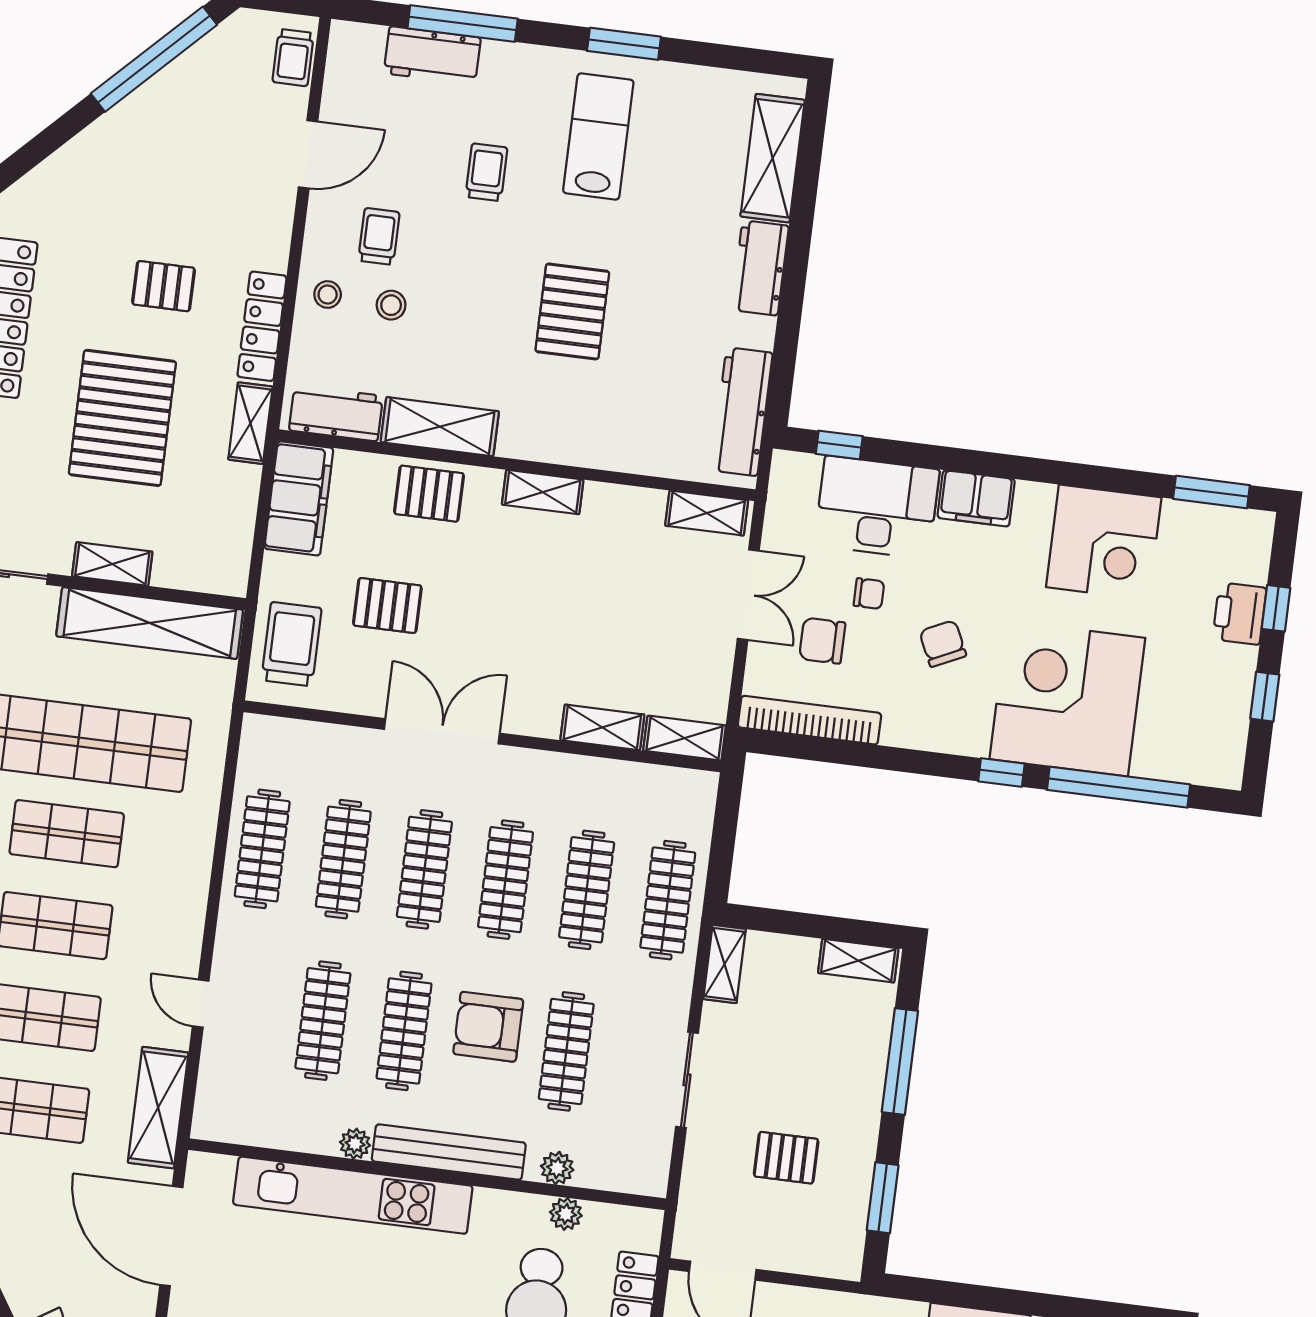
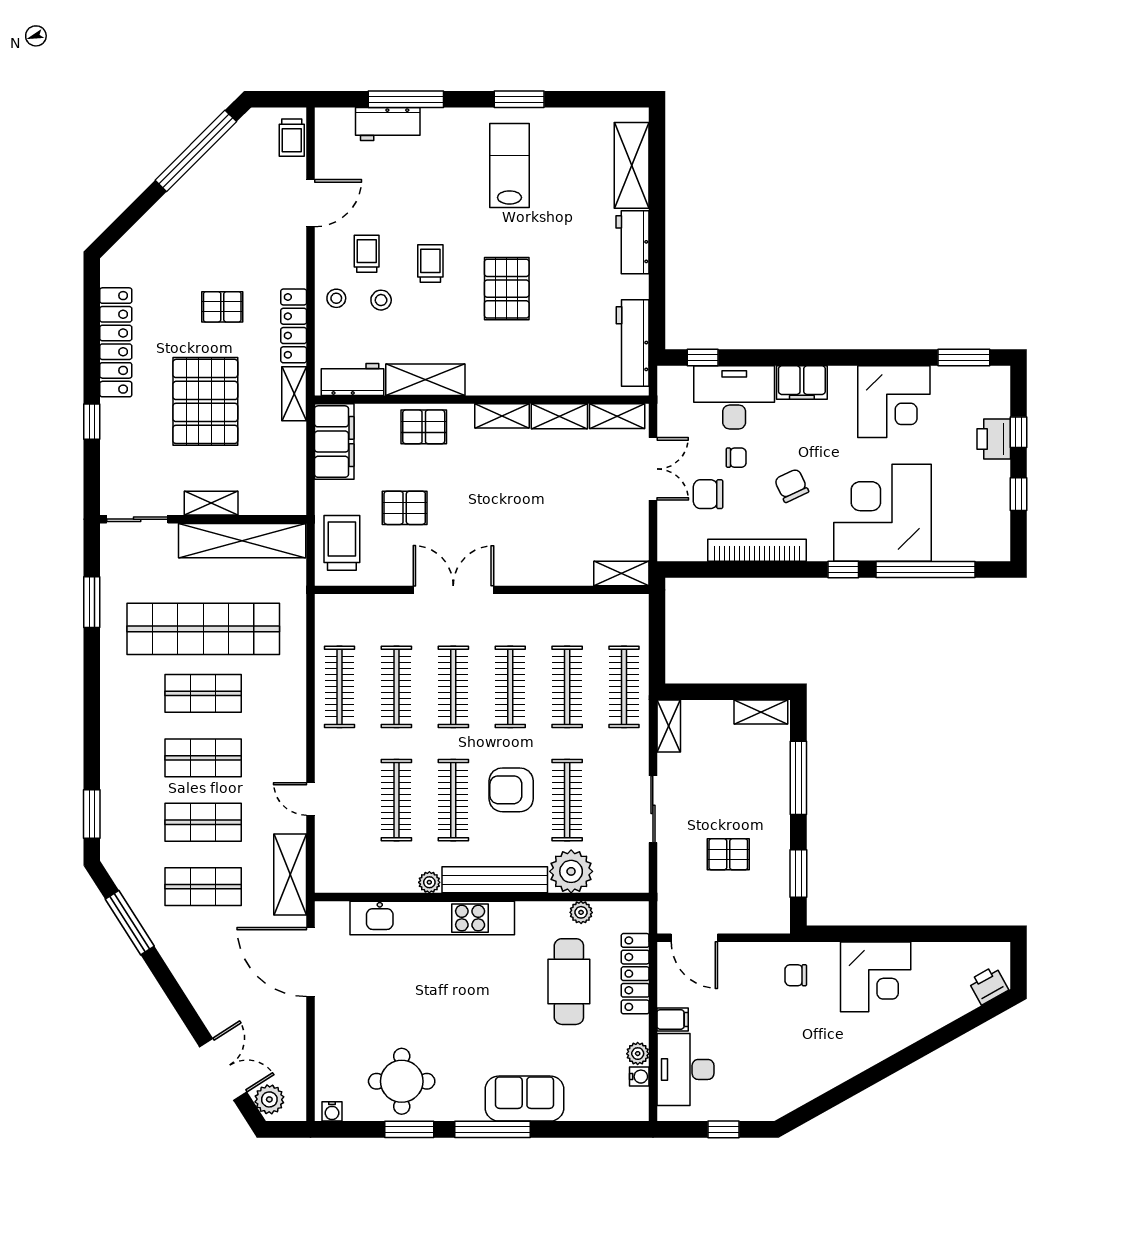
trolley: (486, 172) -> (430, 264), moved
bookcase: (809, 720) -> (757, 550), moved
shelving: (602, 727) -> (559, 416), moved
plant: (557, 1168) -> (571, 871), width x1.88, depth x1.88

